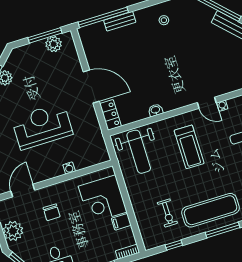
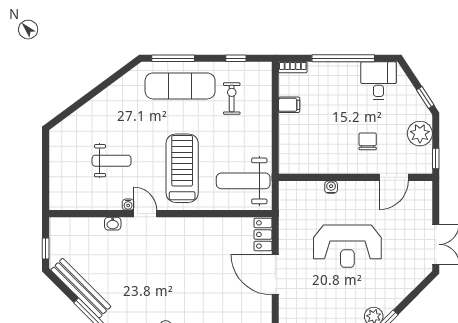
washbasin: (155, 110) -> (113, 224), moved
treadmill: (189, 147) -> (182, 168), width x1.37, depth x1.38
weight bench: (139, 152) -> (243, 181), turned -90
corner desk: (103, 199) -> (303, 138), removed

